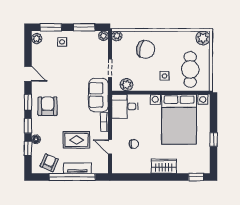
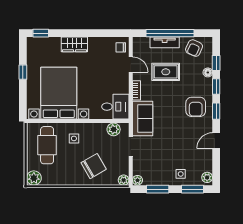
chair: (146, 49) -> (94, 166), turned 137
door: (28, 74) -> (216, 141), hinge flipped
chair: (134, 144) -> (121, 47), moved

